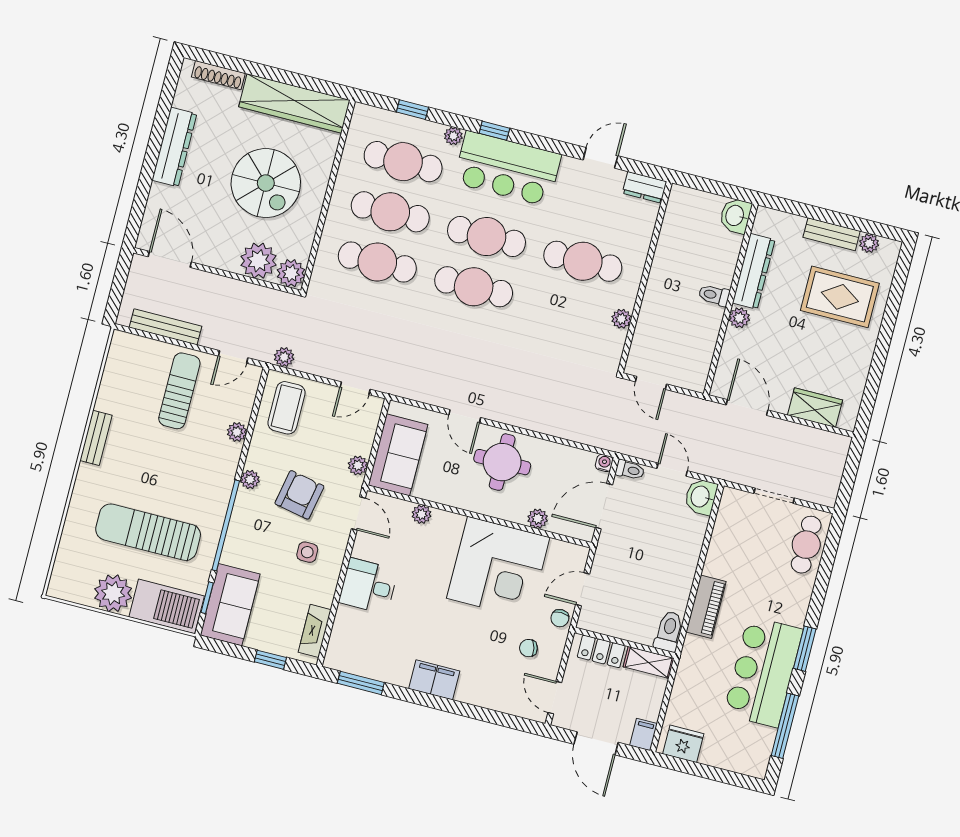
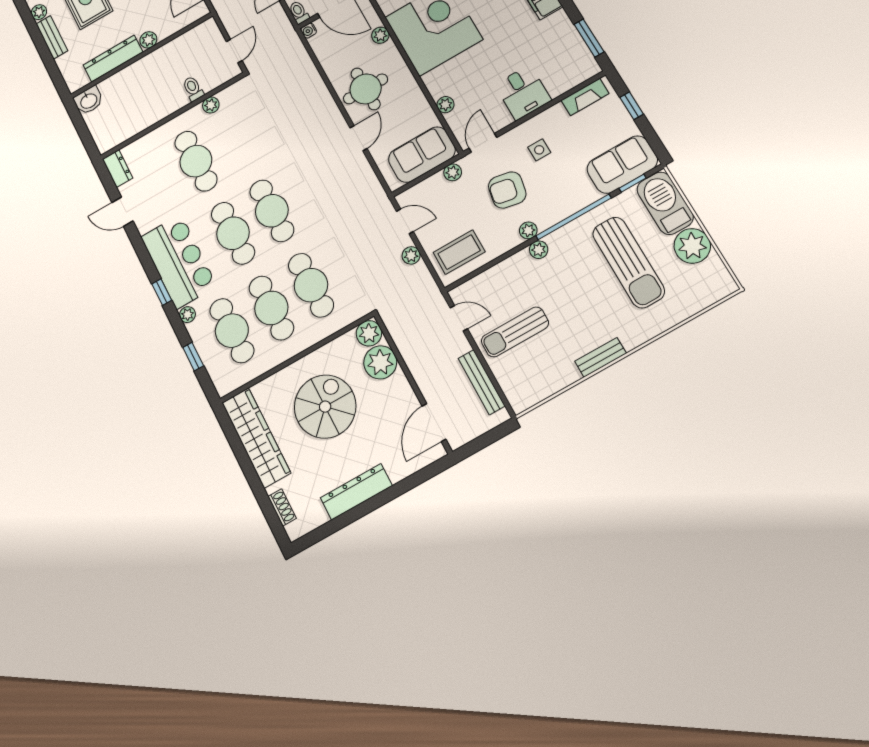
shoe rack: (218, 75) -> (282, 507), width x0.70
toilet: (714, 295) -> (193, 89), moved, turned 180
plant: (284, 357) -> (411, 255), moved
plant: (237, 432) -> (539, 250), moved

